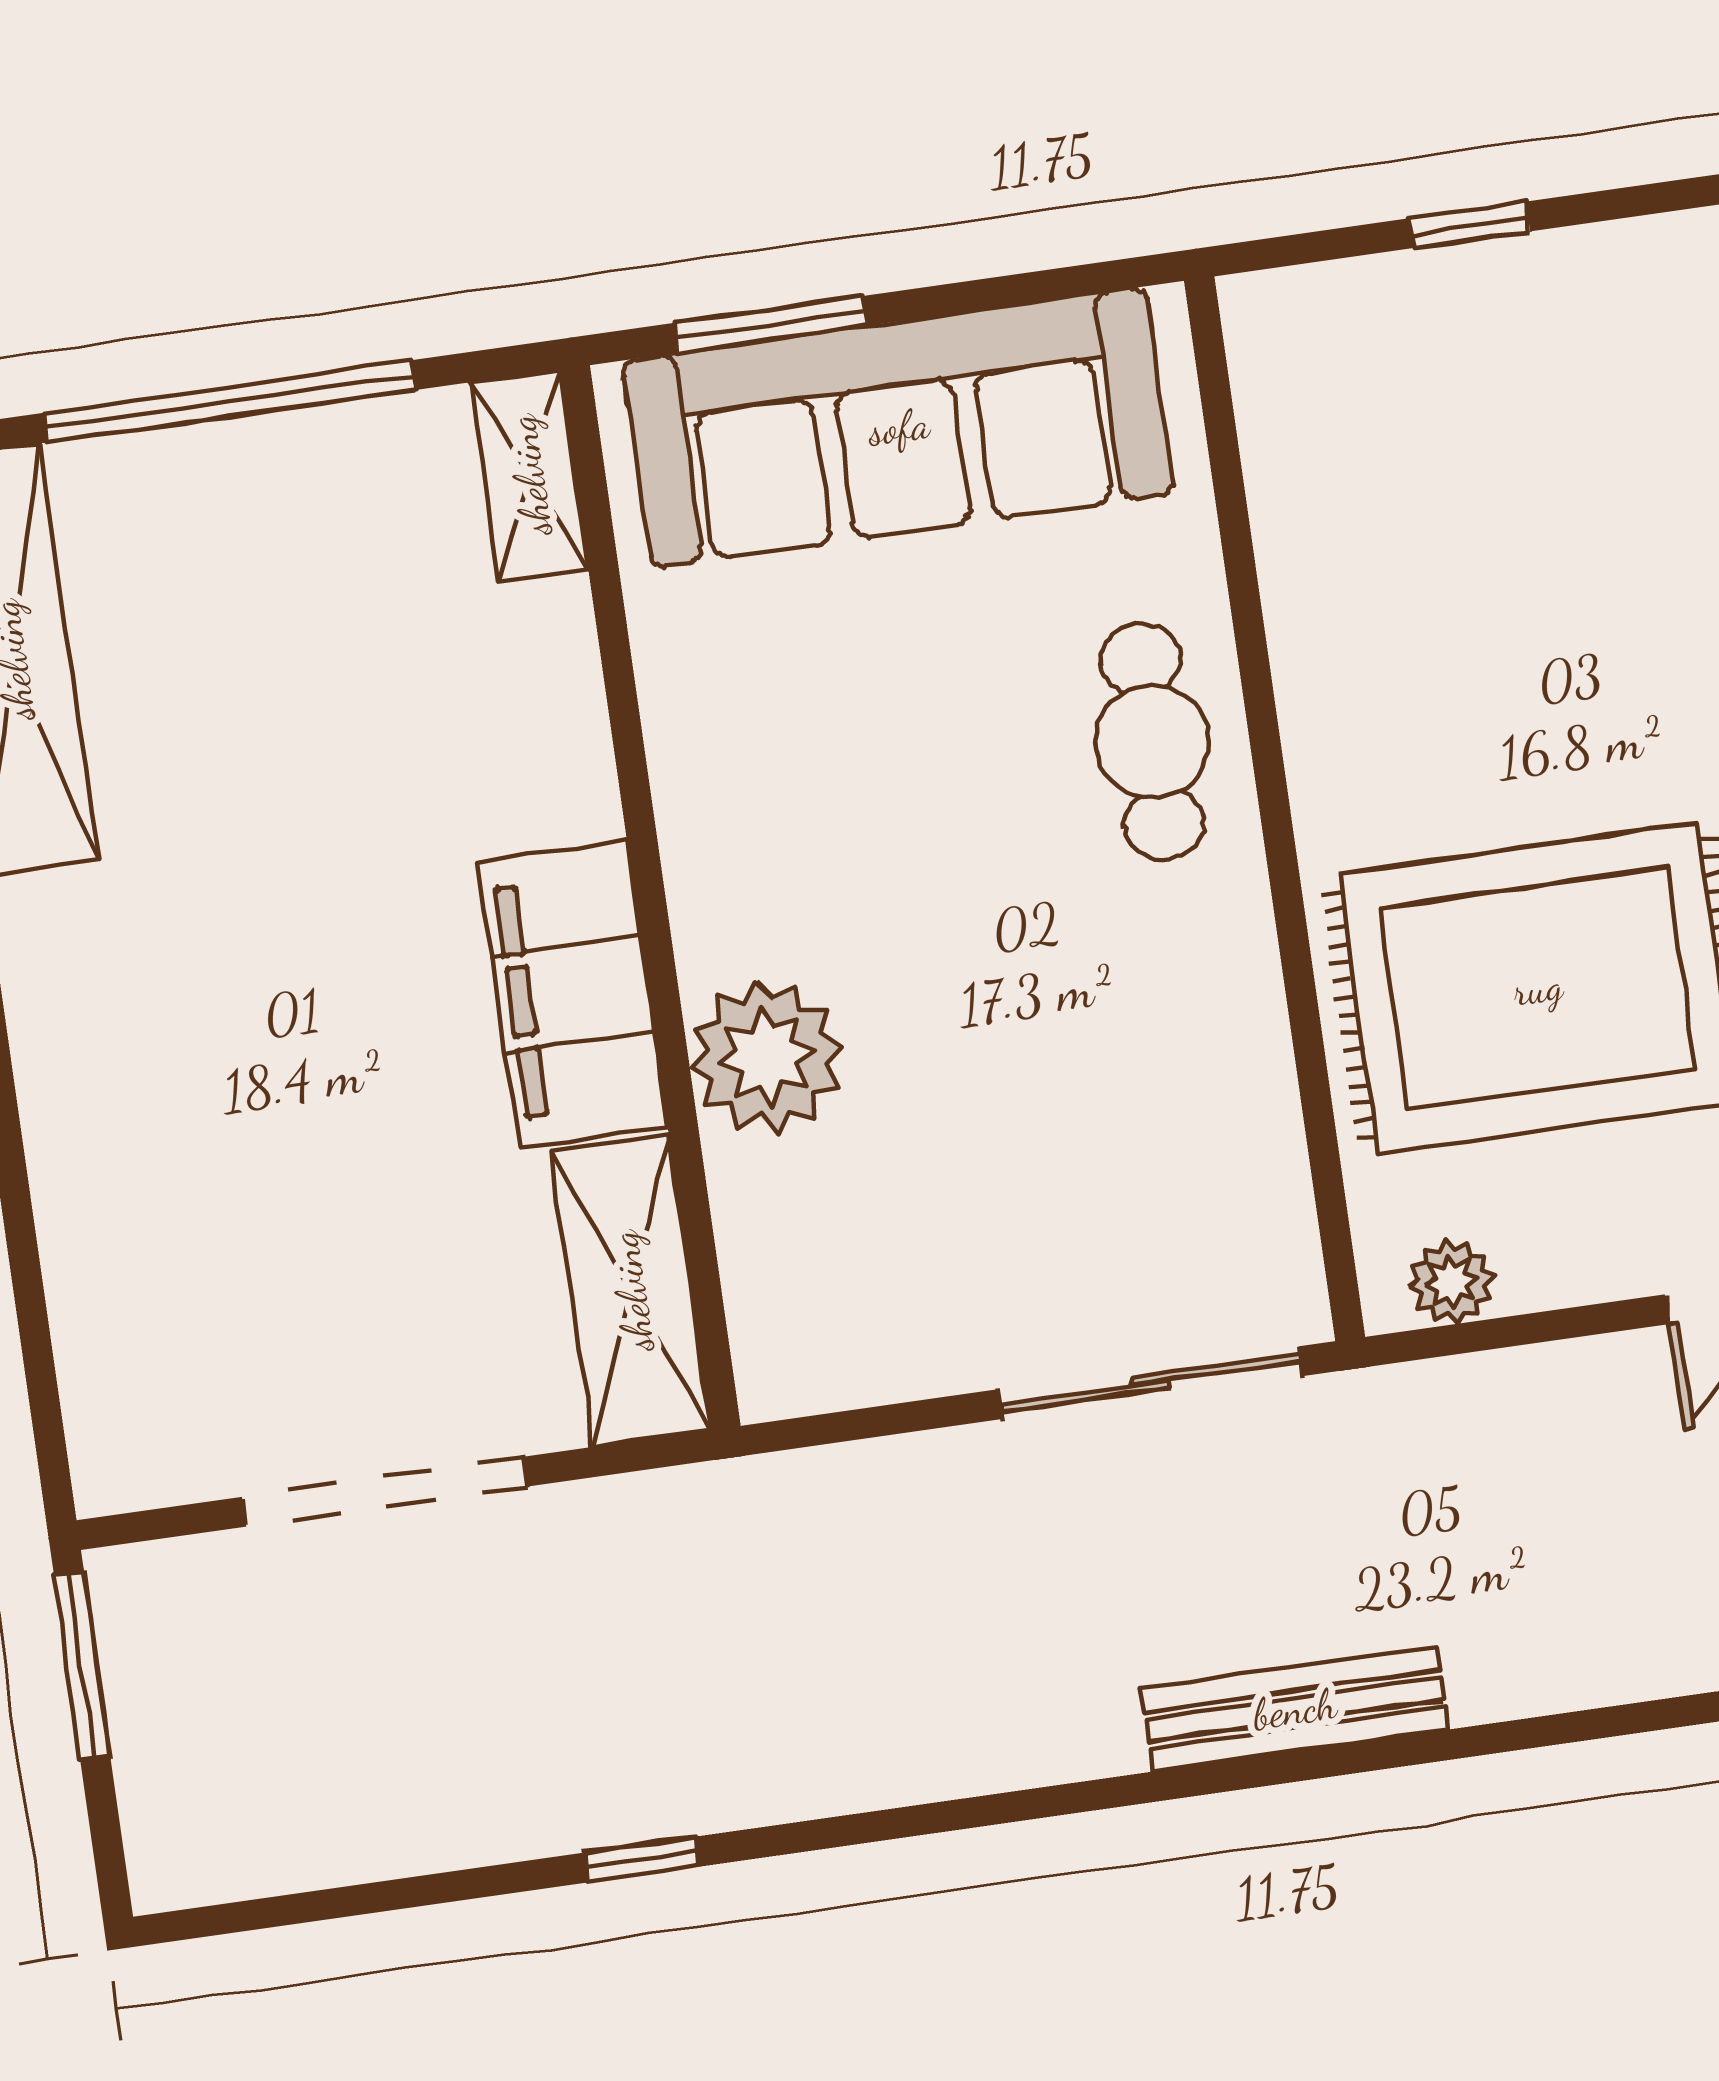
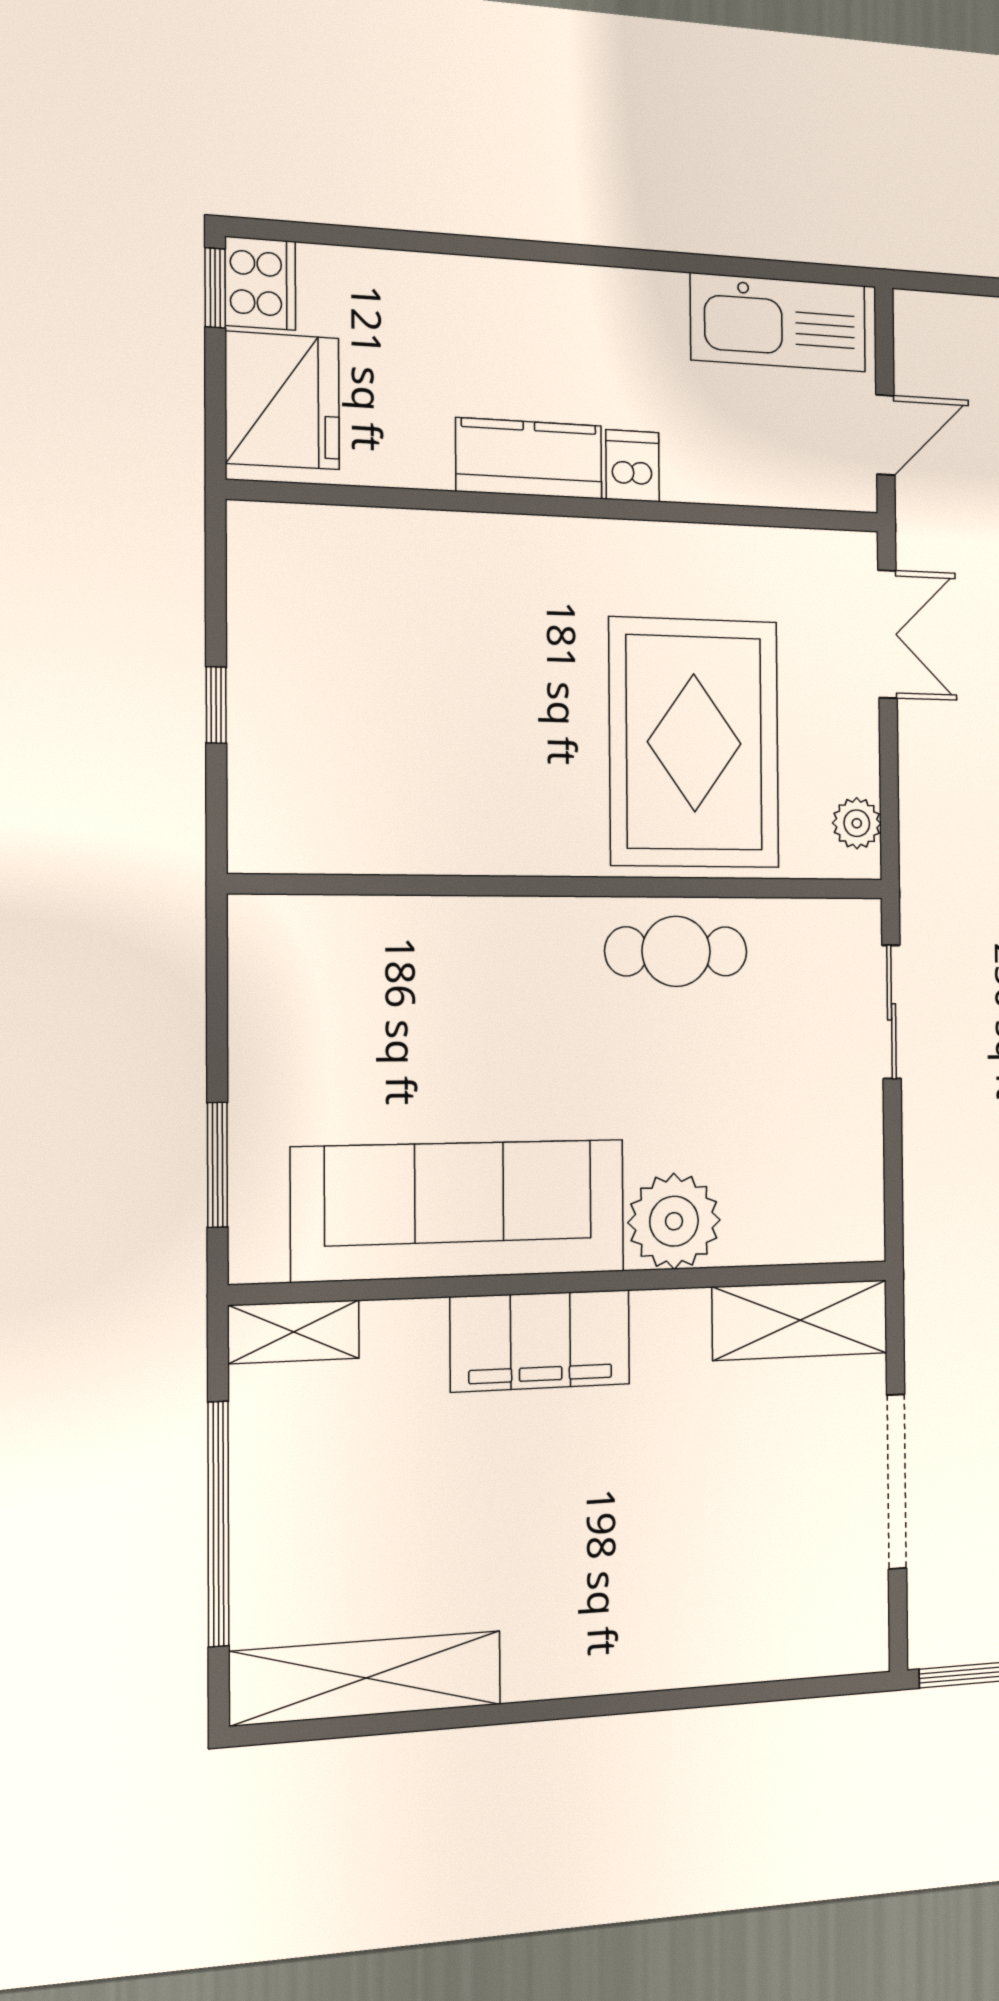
sofa: (899, 427) -> (459, 1210), moved, turned -90
cafe table: (1152, 742) -> (676, 951), moved
filing cabinet: (573, 994) -> (540, 1341), moved
sliding door: (1151, 1383) -> (892, 1012), width x0.73

